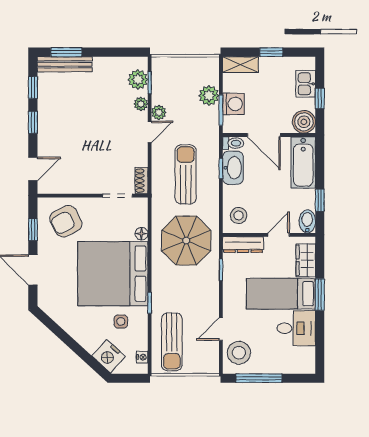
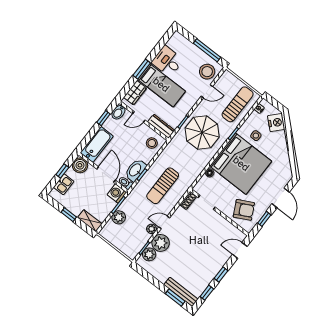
plant: (141, 104) -> (161, 243), width x1.88, depth x1.88
washing machine: (233, 104) -> (117, 193), moved
parasol: (186, 241) -> (202, 132), moved

